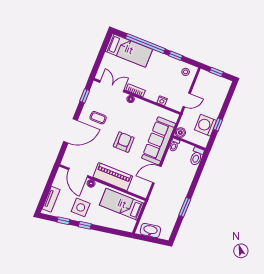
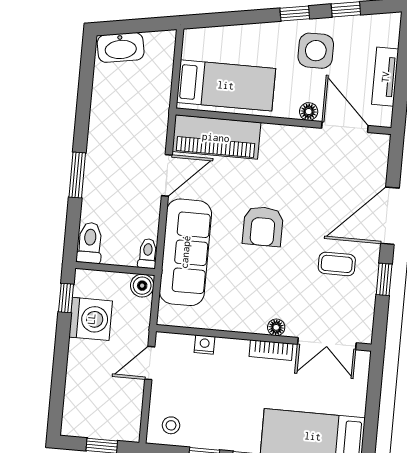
window: (85, 96) -> (384, 279), moved
window: (218, 125) -> (66, 298), moved
piano: (113, 177) -> (216, 137), moved
tv unit: (51, 199) -> (385, 77), moved
window: (185, 207) -> (77, 175), moved
washbasin: (150, 230) -> (121, 47), moved

